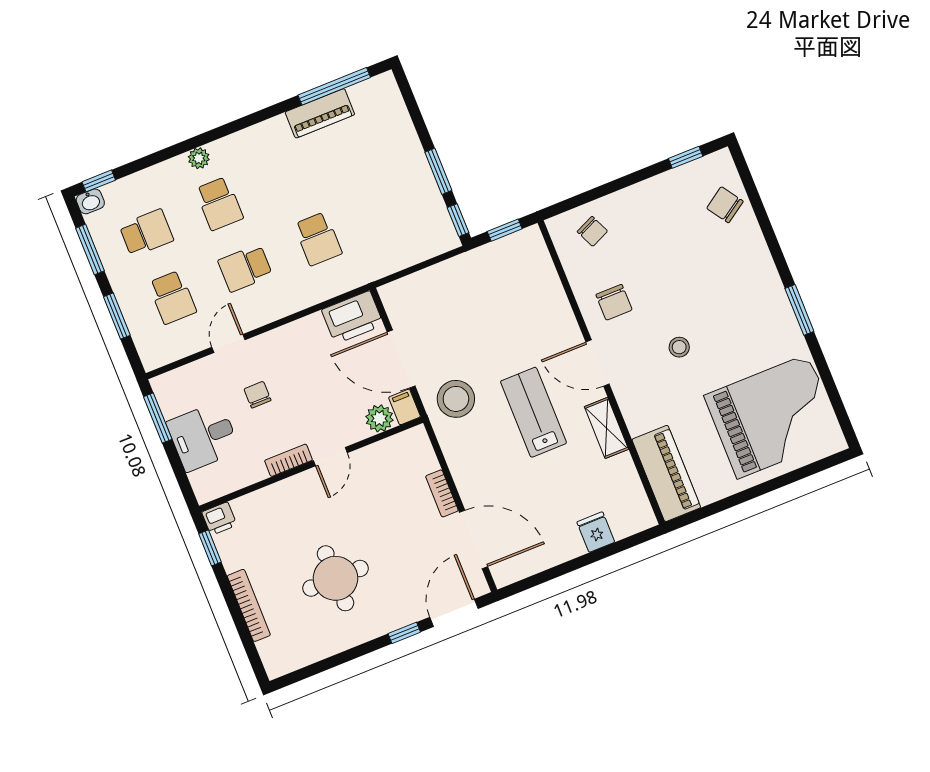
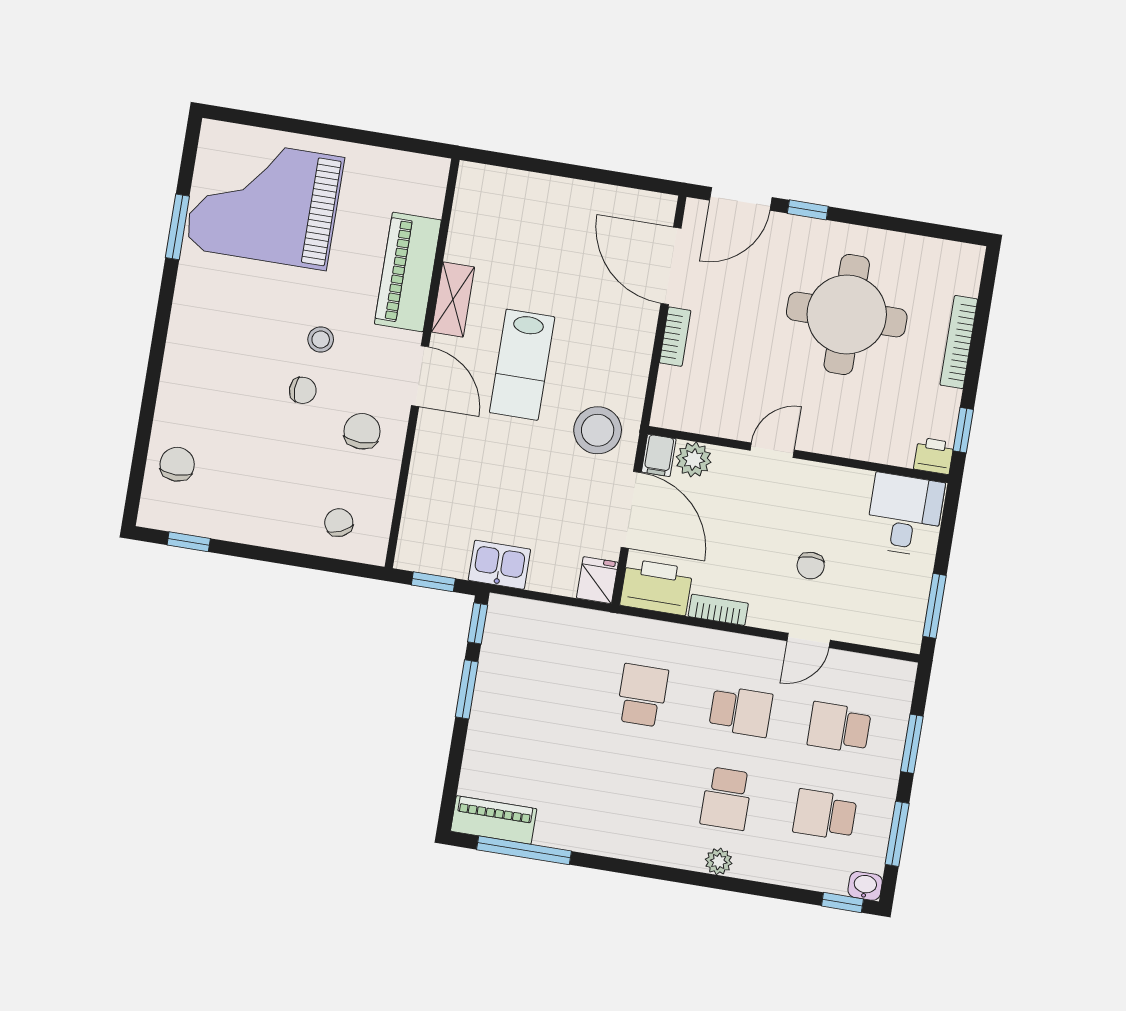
piano: (320, 113) -> (494, 820), moved
school desk: (219, 204) -> (726, 799), turned 180
chair: (725, 205) -> (177, 464), turned -146
kitchen sink: (467, 268) -> (499, 565), added
school desk: (172, 297) -> (839, 728), turned -90
chair: (671, 306) -> (303, 390), added
window: (799, 310) -> (177, 227), moved
desk: (203, 436) -> (905, 515), moved, turned -90
bookcase: (289, 460) -> (718, 610), moved, turned 180
piano: (666, 473) -> (408, 272), moved
fridge: (596, 532) -> (597, 580), moved, turned 180
round table: (335, 578) -> (847, 314), width x1.36, depth x1.36

